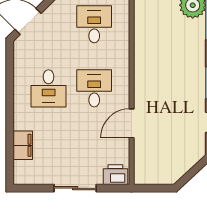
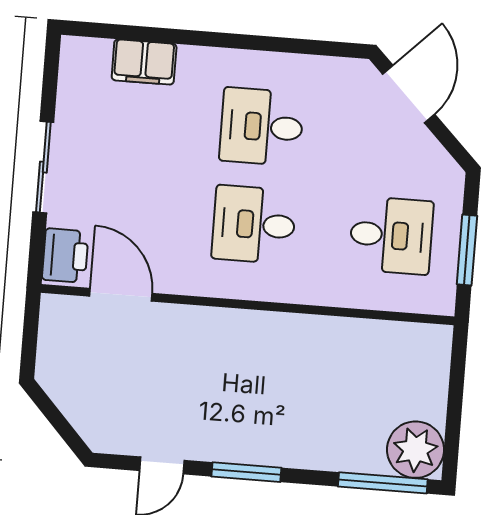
desk: (94, 88) -> (254, 225), turned 180
door: (132, 123) -> (121, 295), moved

